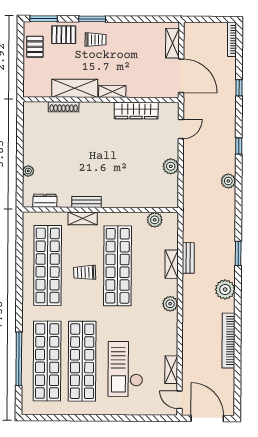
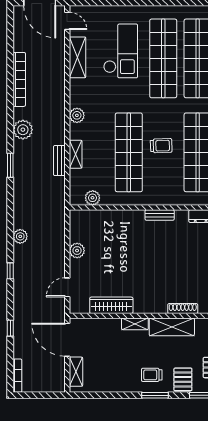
pallet: (64, 35) -> (183, 379), turned 90
shelving: (83, 218) -> (163, 199), removed
shelving: (171, 370) -> (78, 57), width x1.50, depth x1.33

